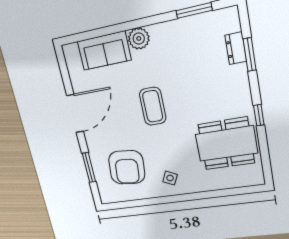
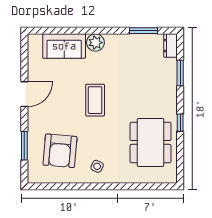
dresser: (236, 48) -> (170, 46), moved
door: (75, 114) -> (24, 94), width x0.73
dining table: (226, 144) -> (151, 142), turned 90

